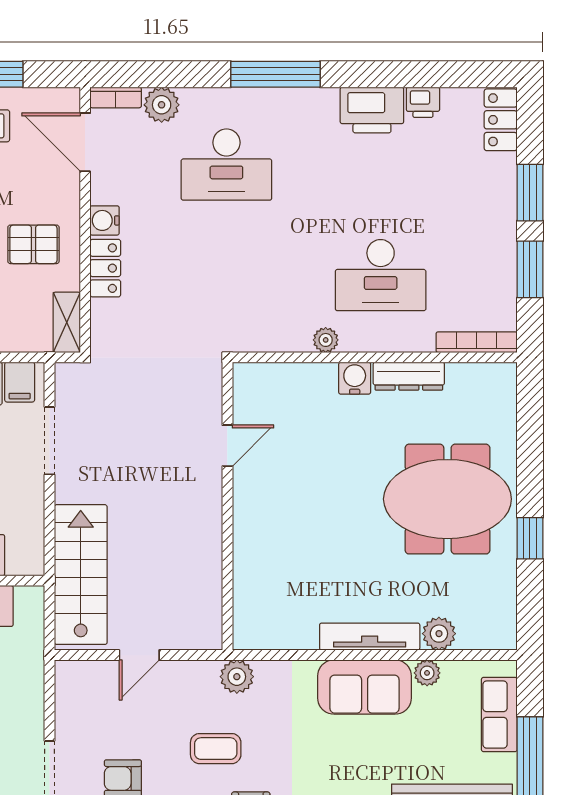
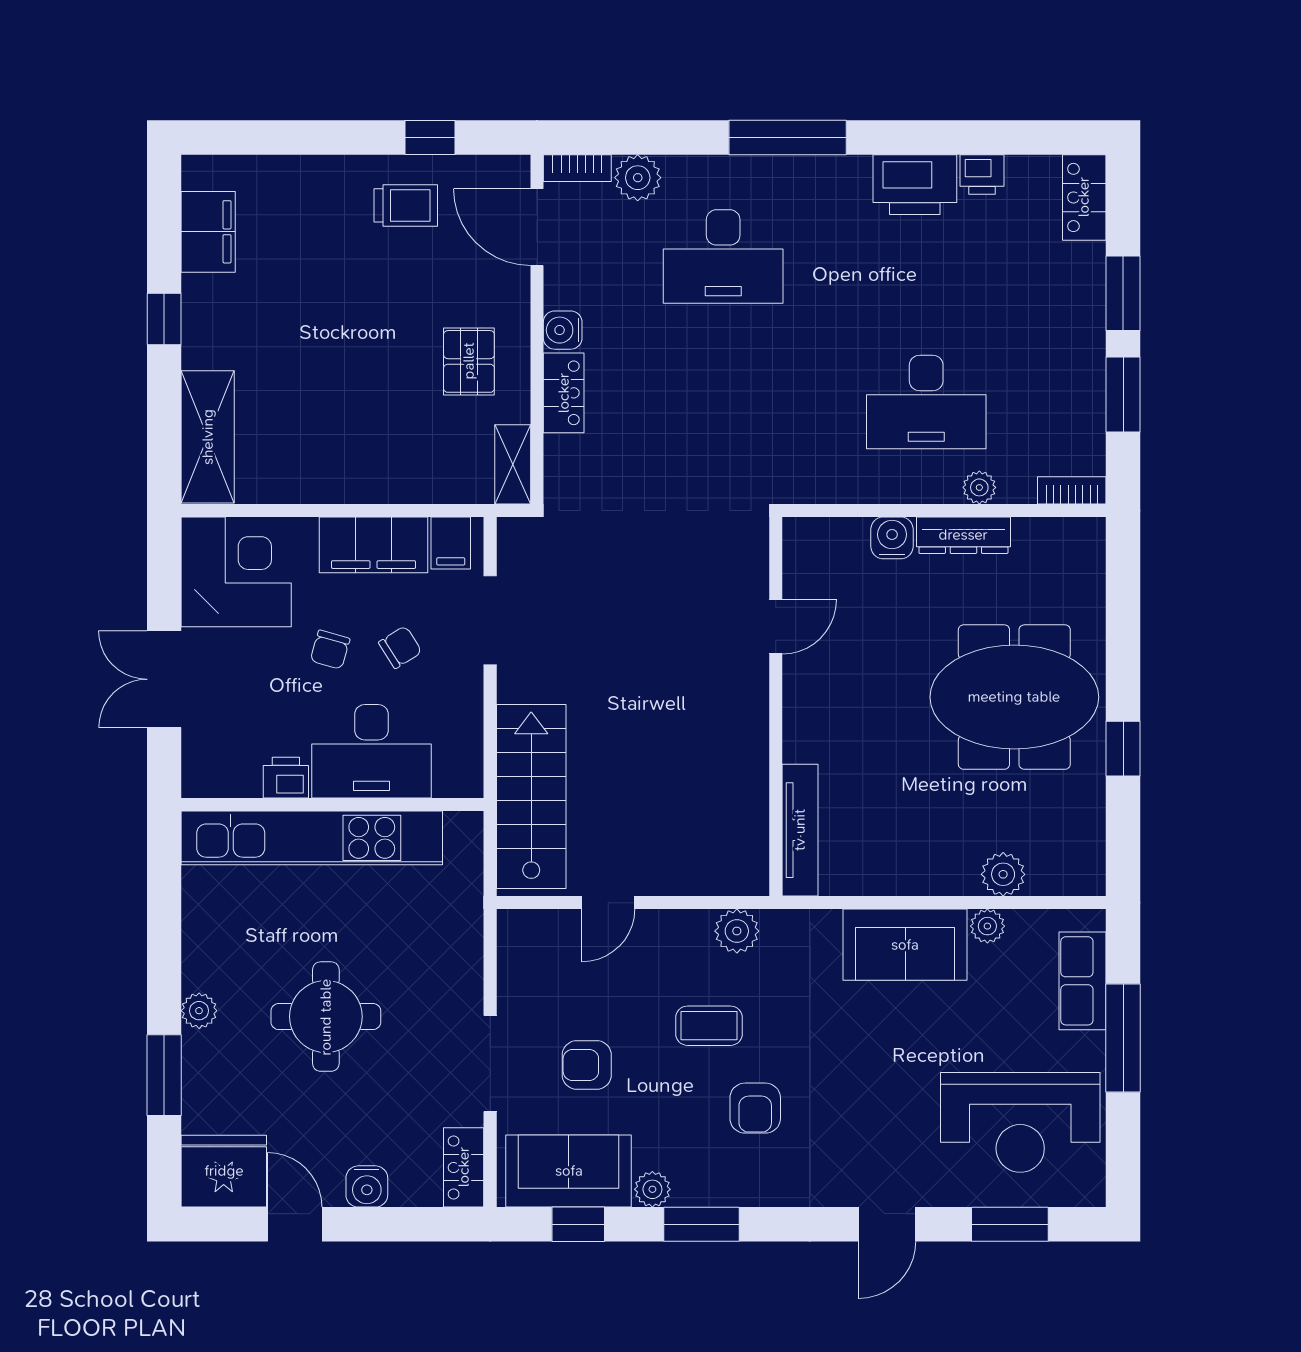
pallet: (33, 244) -> (469, 361), turned 90
plant: (326, 340) -> (979, 487), moved
bookcase: (477, 342) -> (1072, 490), width x0.64
door: (227, 446) -> (776, 627), moved
wall: (227, 506) -> (776, 706), moved
tv unit: (370, 637) -> (800, 830), moved, turned 90

